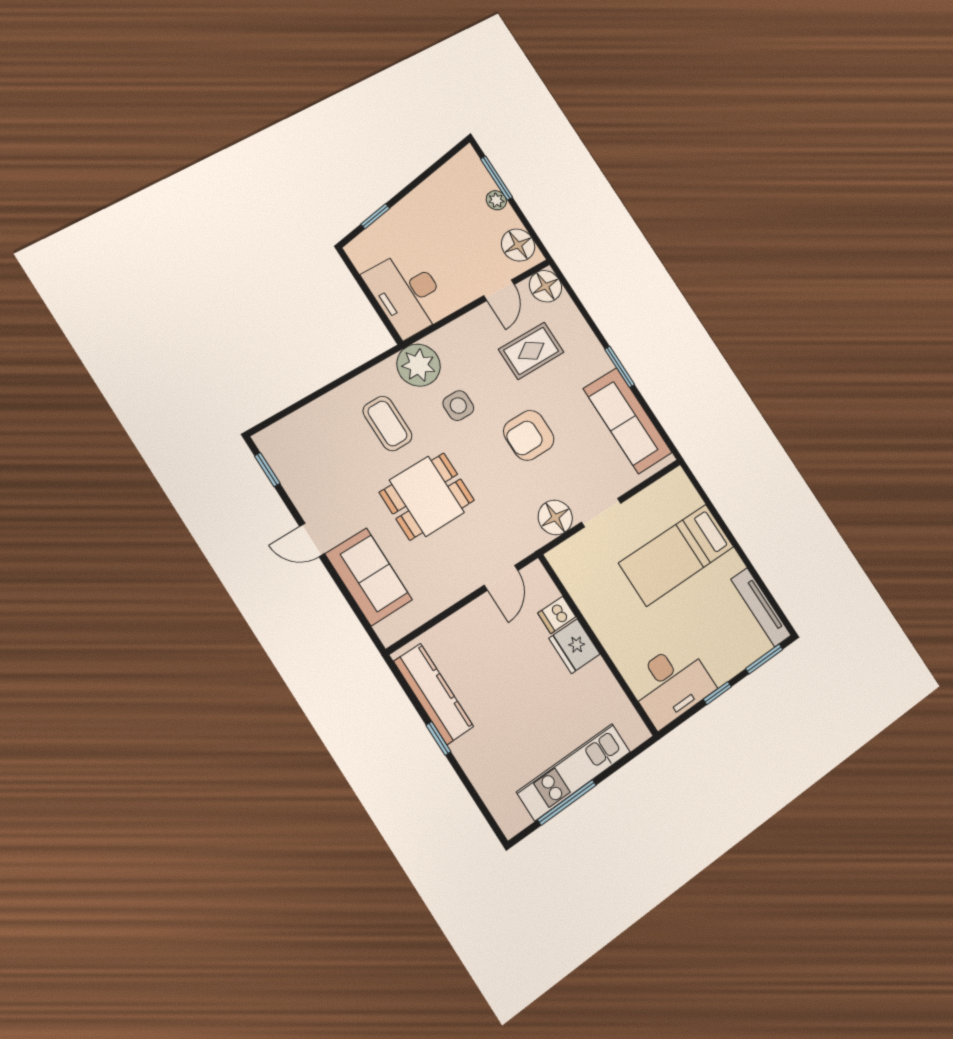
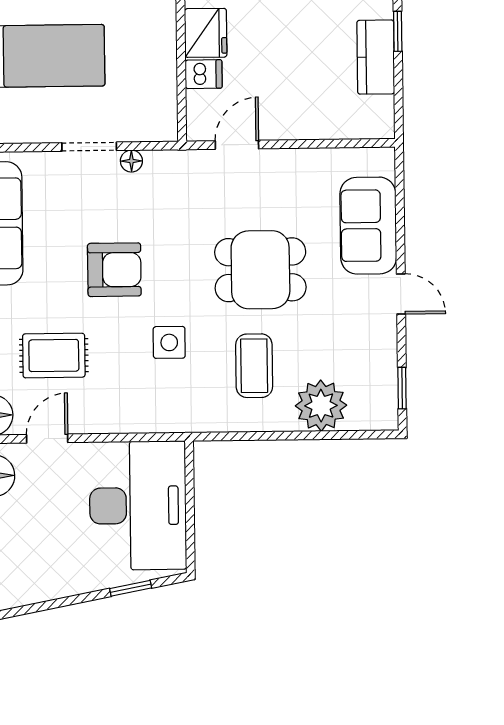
desk: (407, 294) -> (138, 506), width x1.36, depth x1.30
plant: (419, 365) -> (321, 406), moved
floor lamp: (555, 517) -> (131, 161), width x0.53, depth x0.53
kitchen counter: (434, 694) -> (376, 57), width x0.67

